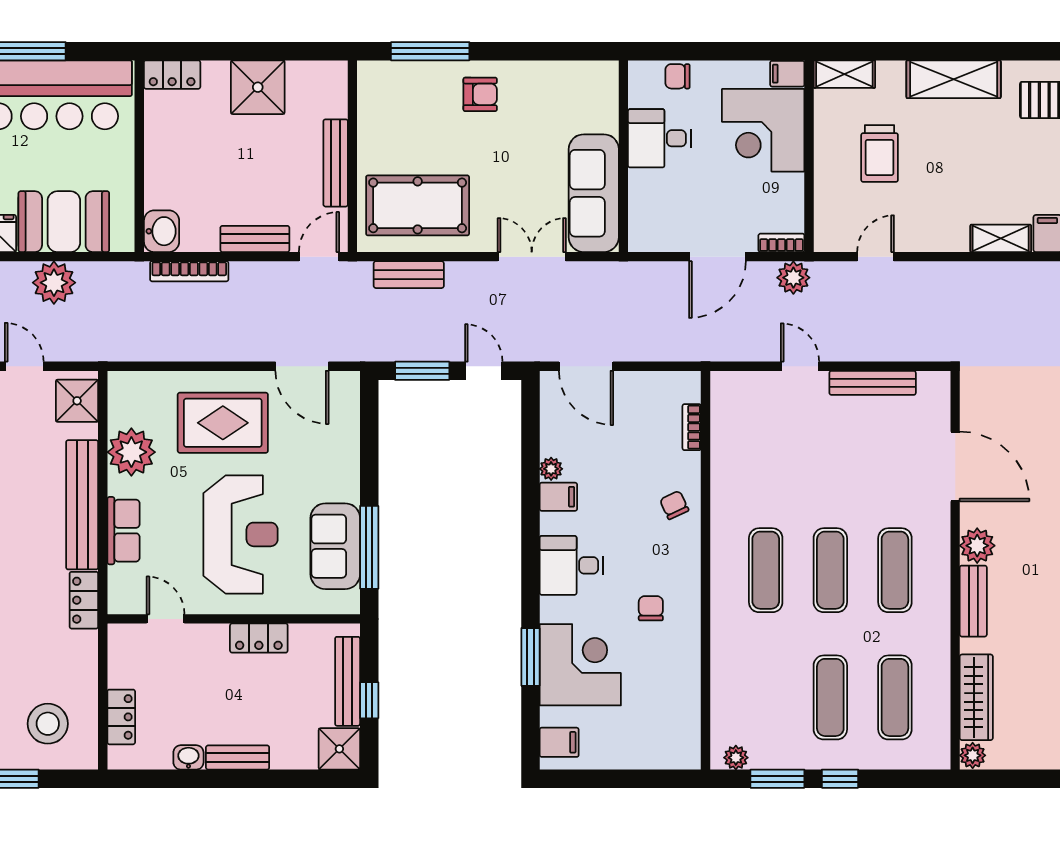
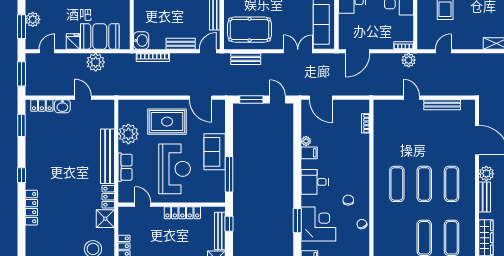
door: (717, 257) -> (358, 51), moved
shower: (77, 401) -> (105, 219), moved
chair: (674, 505) -> (362, 224), moved
sofa: (335, 546) -> (215, 152), moved
locker: (259, 638) -> (182, 213), width x1.53
window: (369, 700) -> (229, 224), moved

